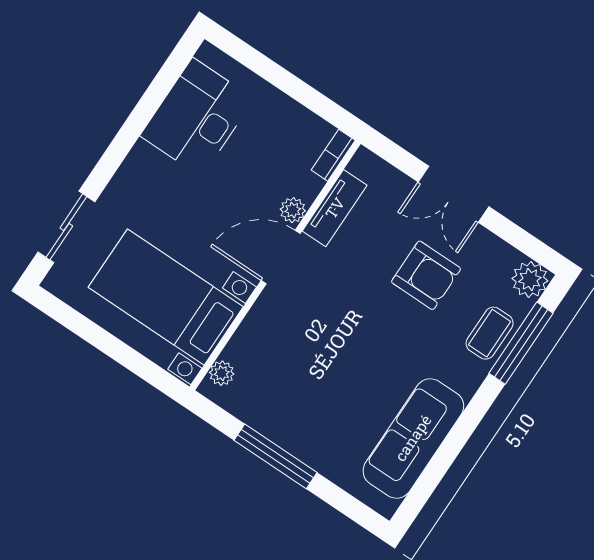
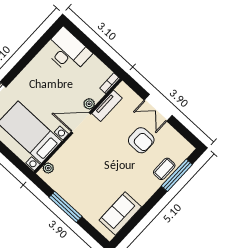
desk: (197, 117) -> (67, 51), moved, turned 90
plant: (530, 280) -> (185, 149), removed
sofa: (413, 438) -> (120, 214), width x0.73

